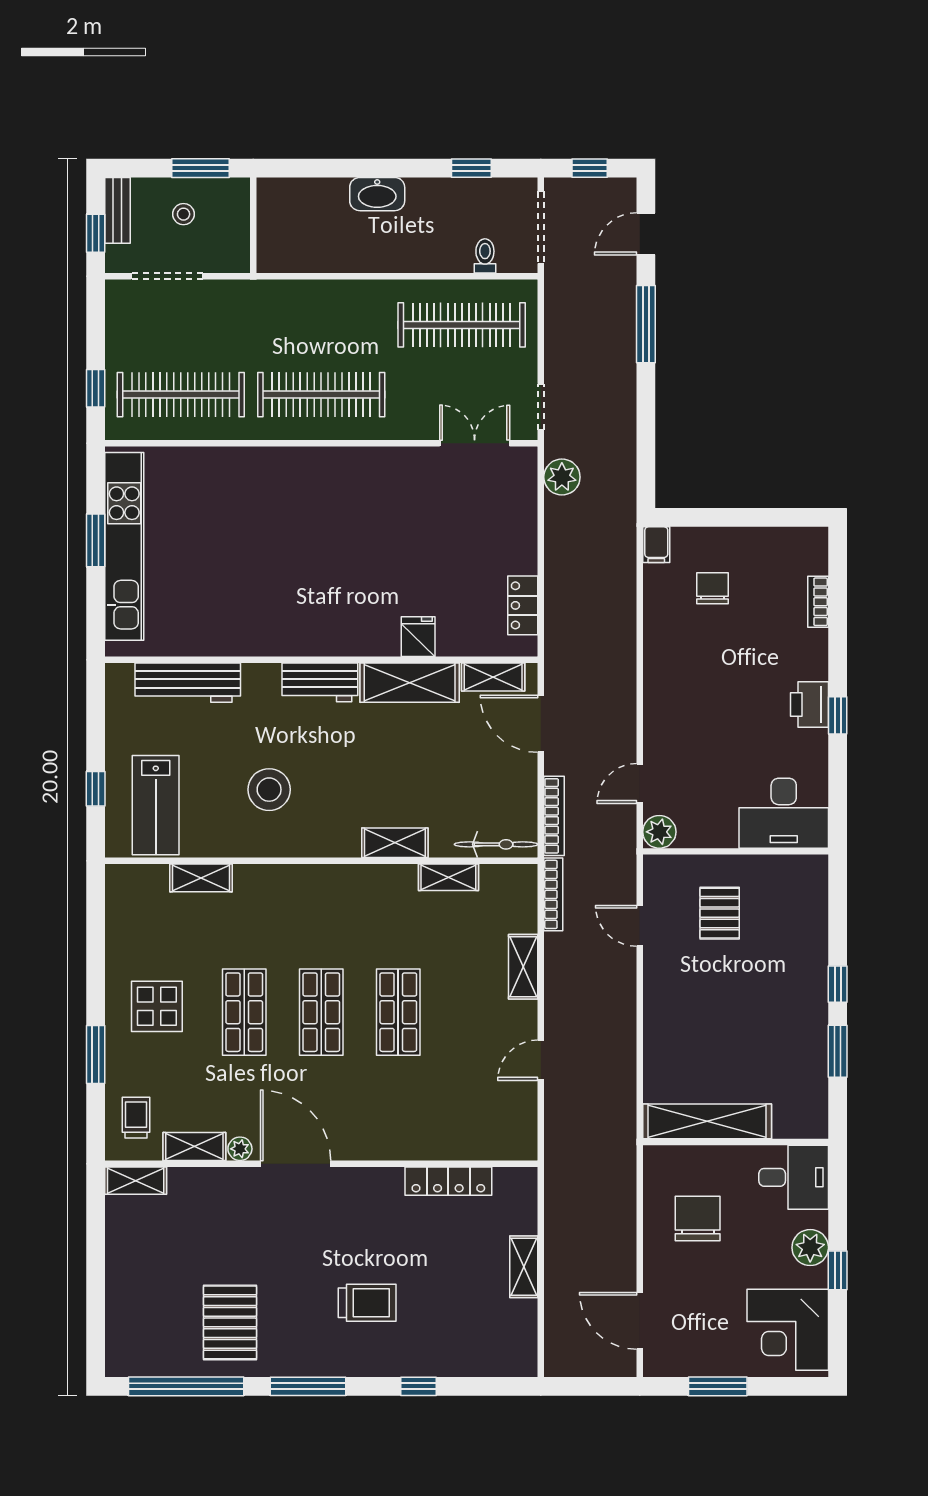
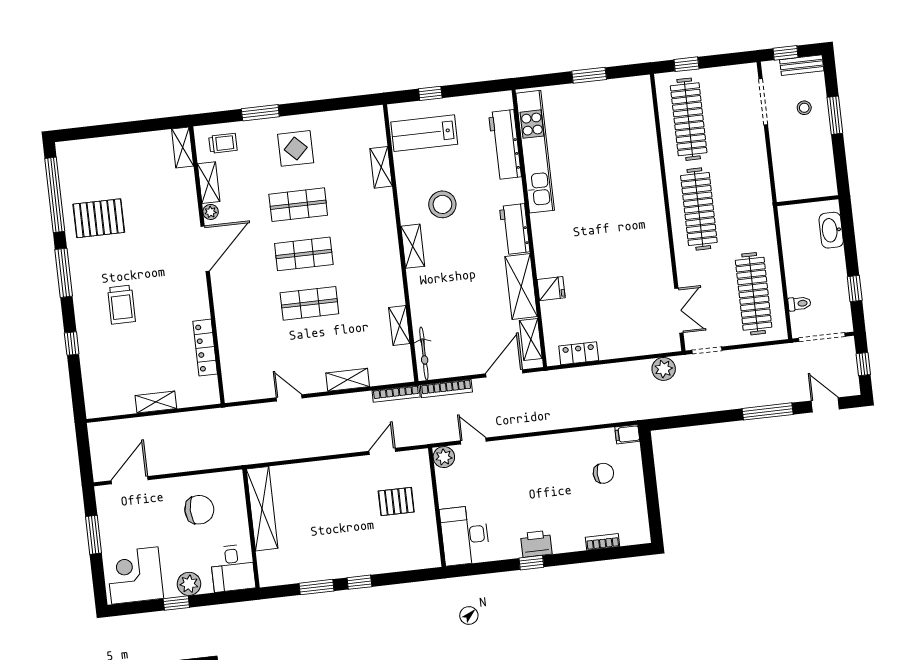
wall: (253, 225) -> (808, 201), moved
kitchen unit: (124, 546) -> (535, 152), moved, turned -90
shelving: (395, 843) -> (413, 246), moved

